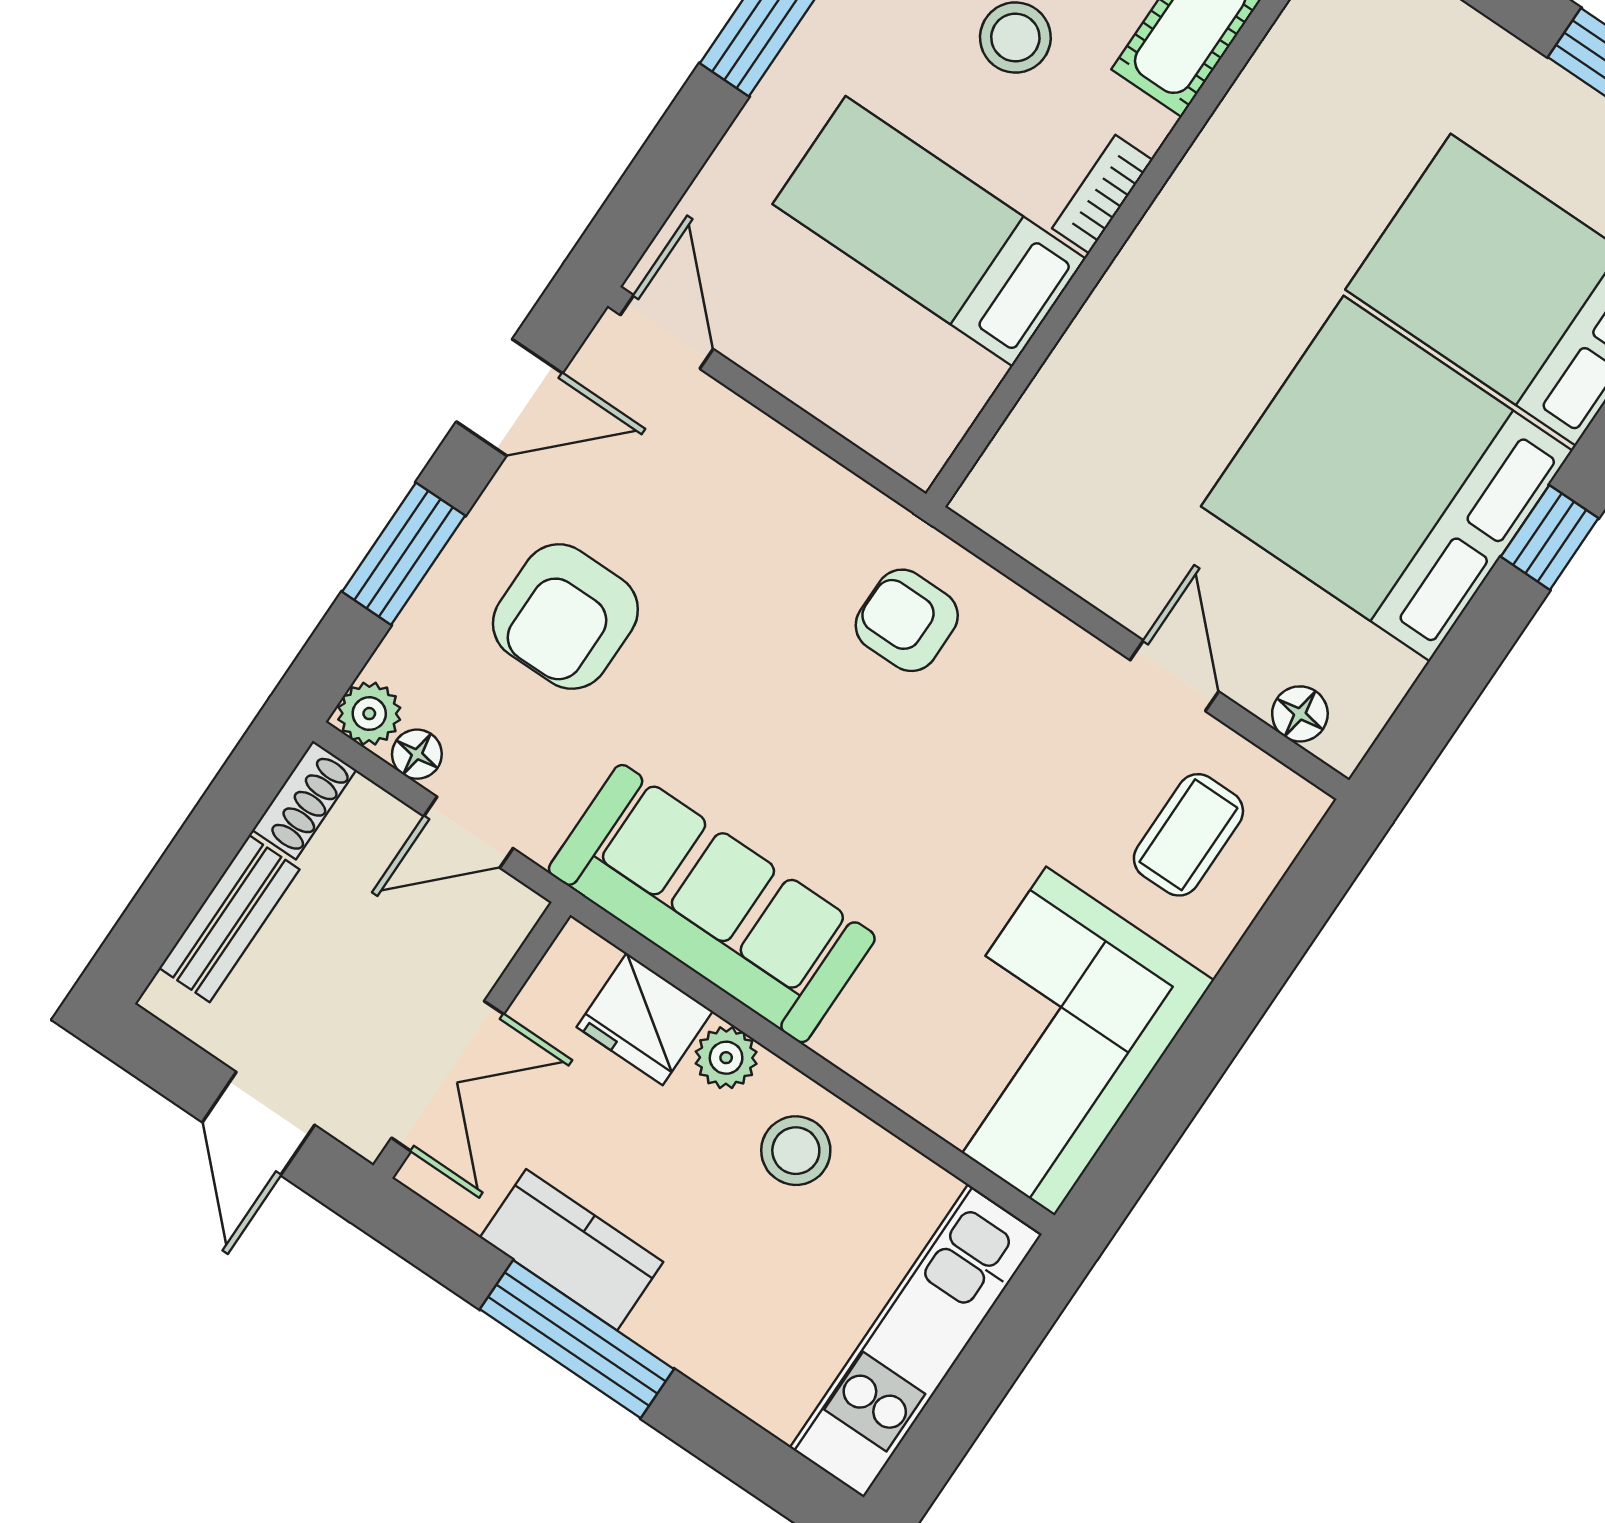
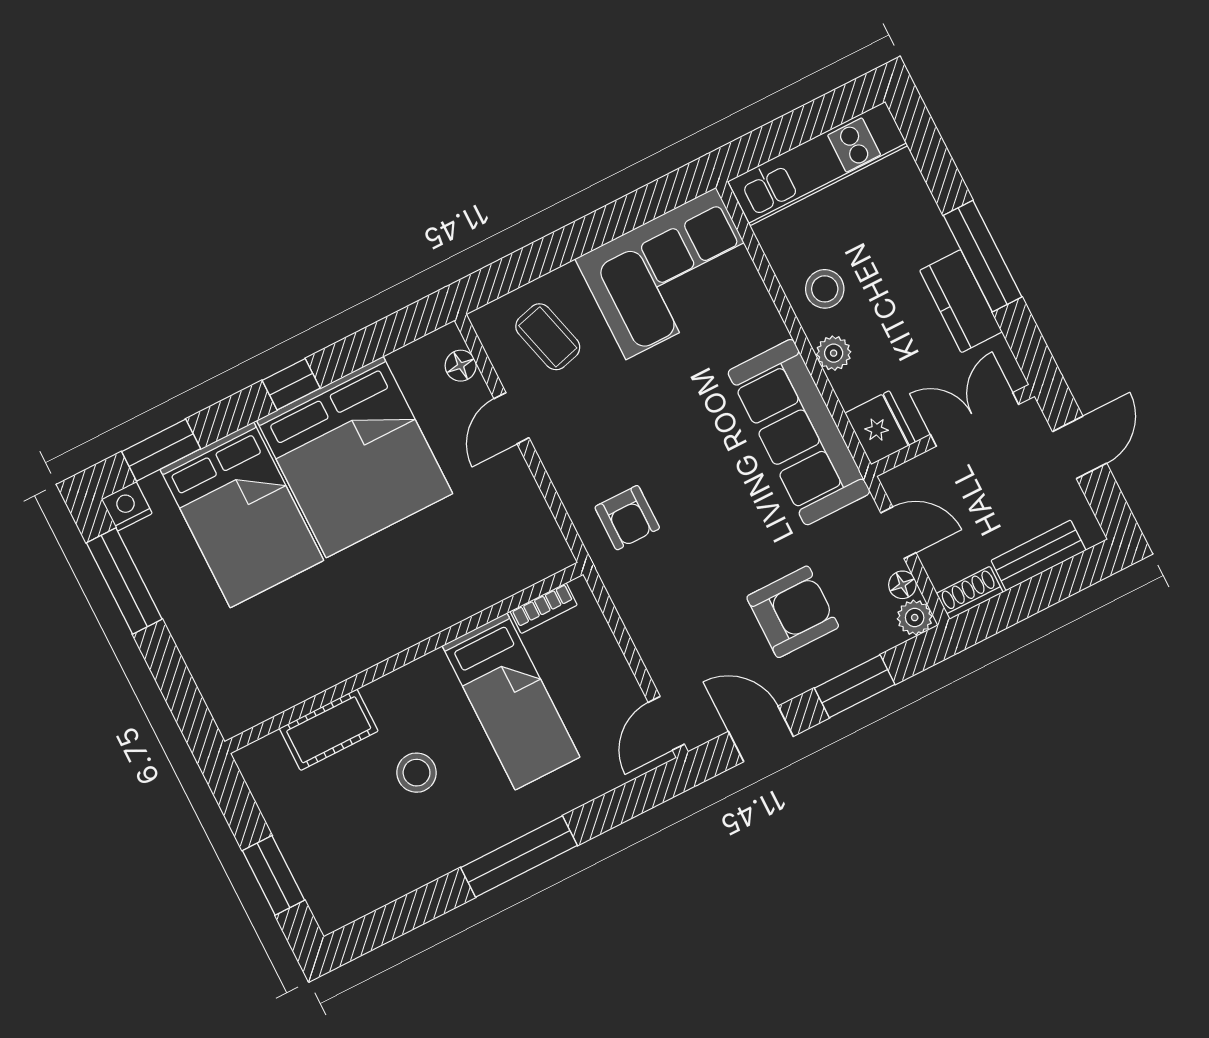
bookcase: (1102, 194) -> (544, 608), moved
coffee table: (1188, 835) -> (548, 337), turned 75
fridge: (645, 1019) -> (880, 428), moved

